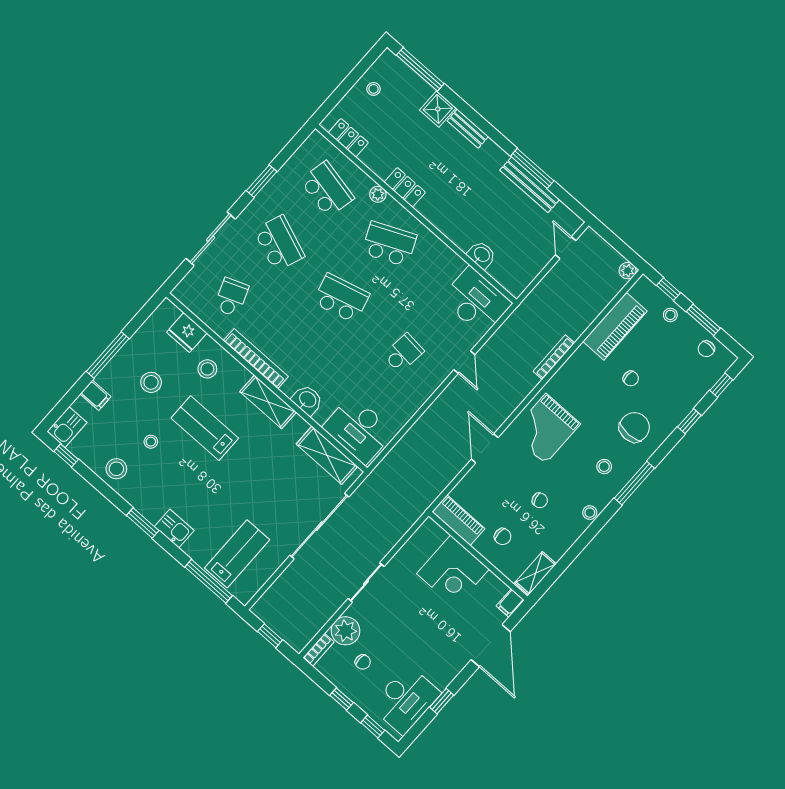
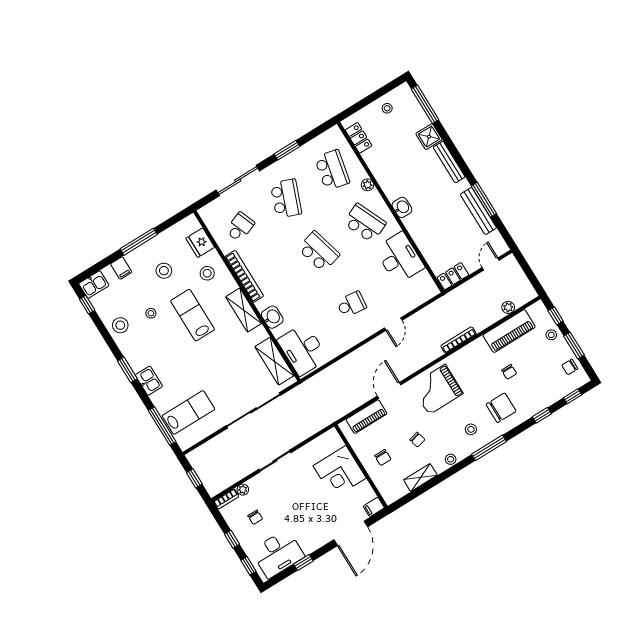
bench: (468, 129) -> (449, 162), width x1.36
locker: (405, 187) -> (453, 276), moved, turned -90
washbasin: (482, 255) -> (402, 207), moved
plant: (628, 271) -> (508, 307), moved
desk: (476, 301) -> (400, 258), moved
piano: (459, 520) -> (366, 417), moved, turned 90
shelving: (535, 573) -> (420, 478), moved
plant: (346, 631) -> (243, 490), width x0.53, depth x0.53

